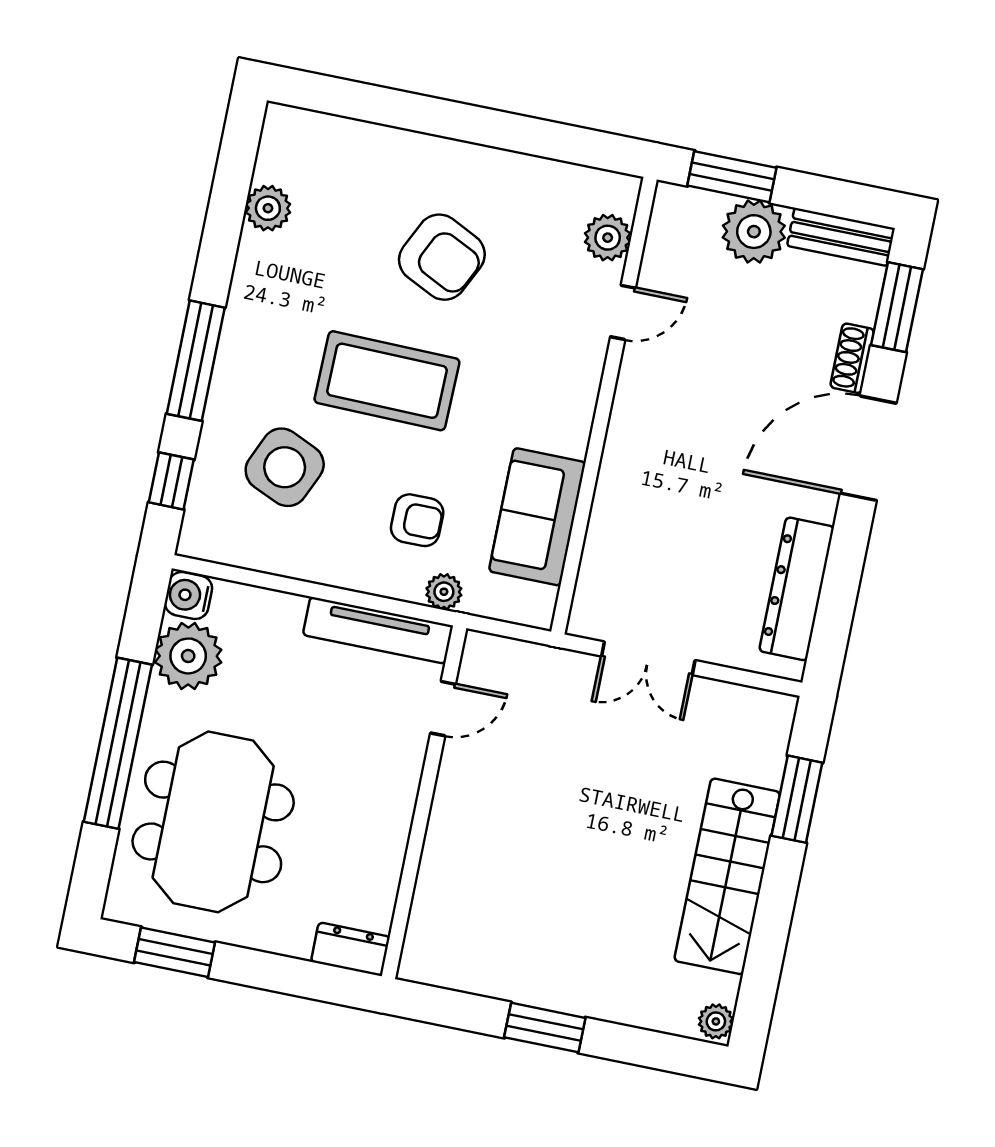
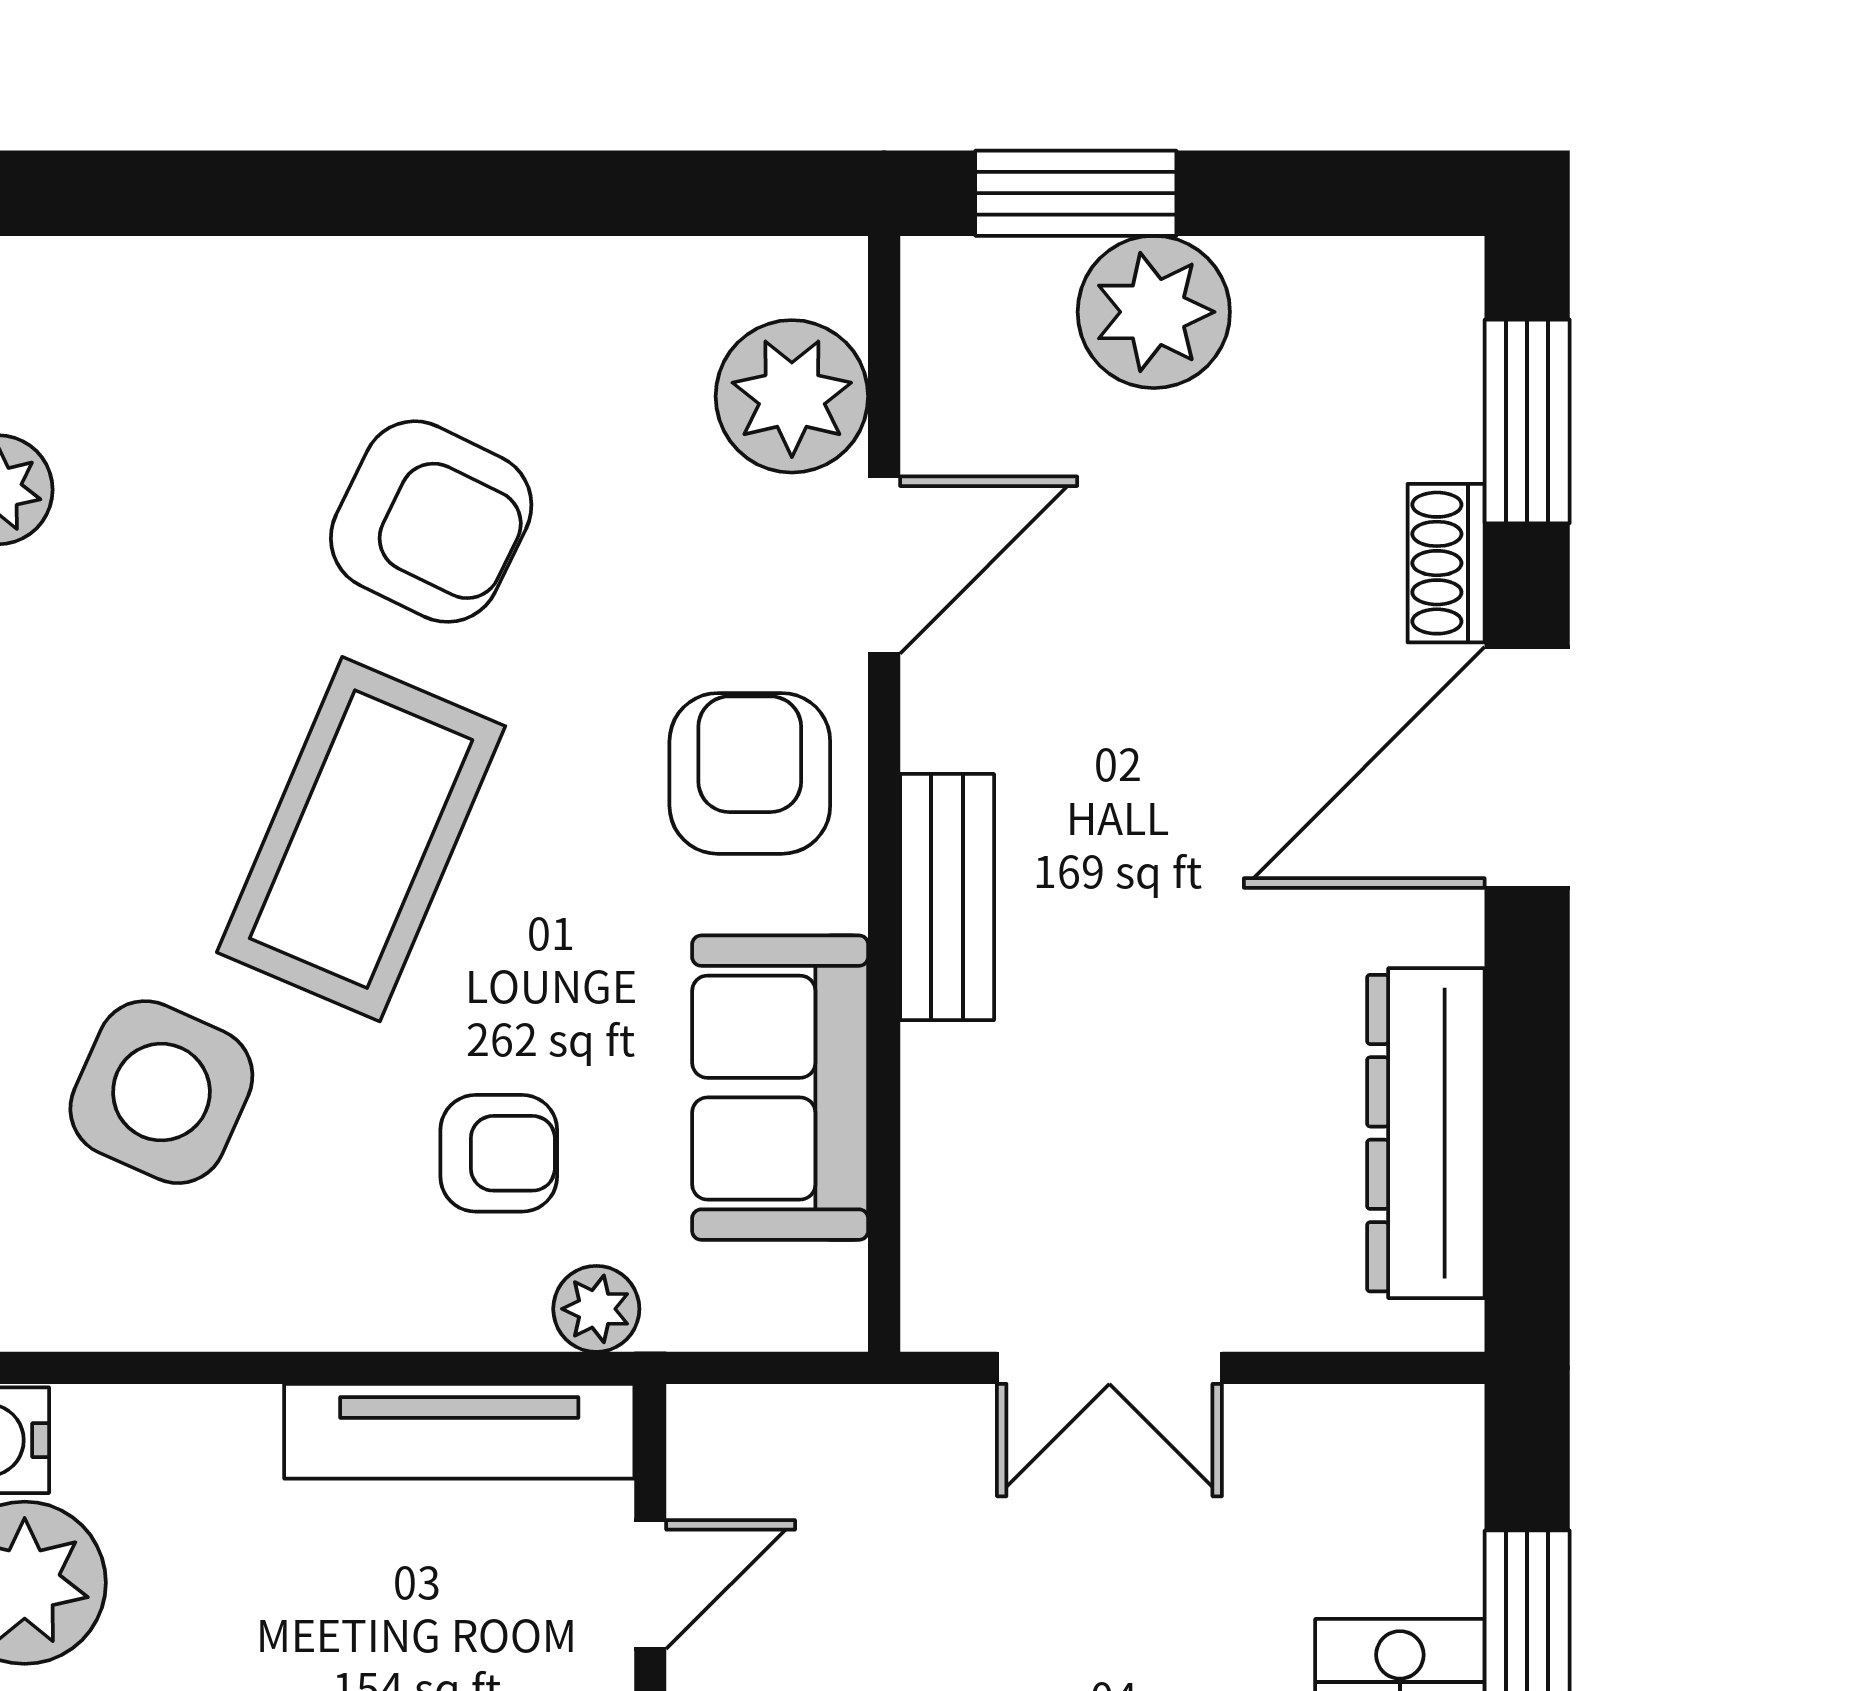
bench: (841, 237) -> (947, 897), moved, turned 90
plant: (608, 238) -> (792, 396), width x1.36, depth x1.36
door: (623, 312) -> (884, 565), width x1.38
coffee table: (387, 381) -> (361, 839), turned -68
armchair: (551, 386) -> (750, 773), added

